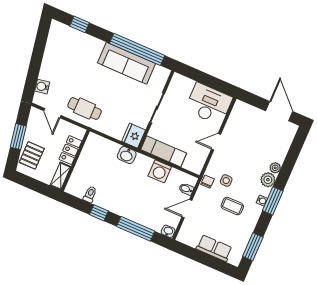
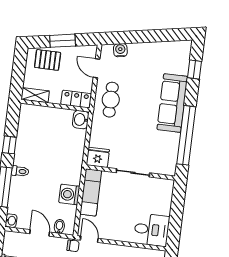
sofa: (127, 63) -> (172, 103), moved
desk: (209, 104) -> (152, 230), width x0.73
door: (52, 113) -> (97, 68), hinge flipped
door: (216, 142) -> (89, 239), moved
locker: (70, 150) -> (76, 99), moved
washbasin: (127, 155) -> (81, 120), moved
toilet: (90, 194) -> (20, 171), moved

